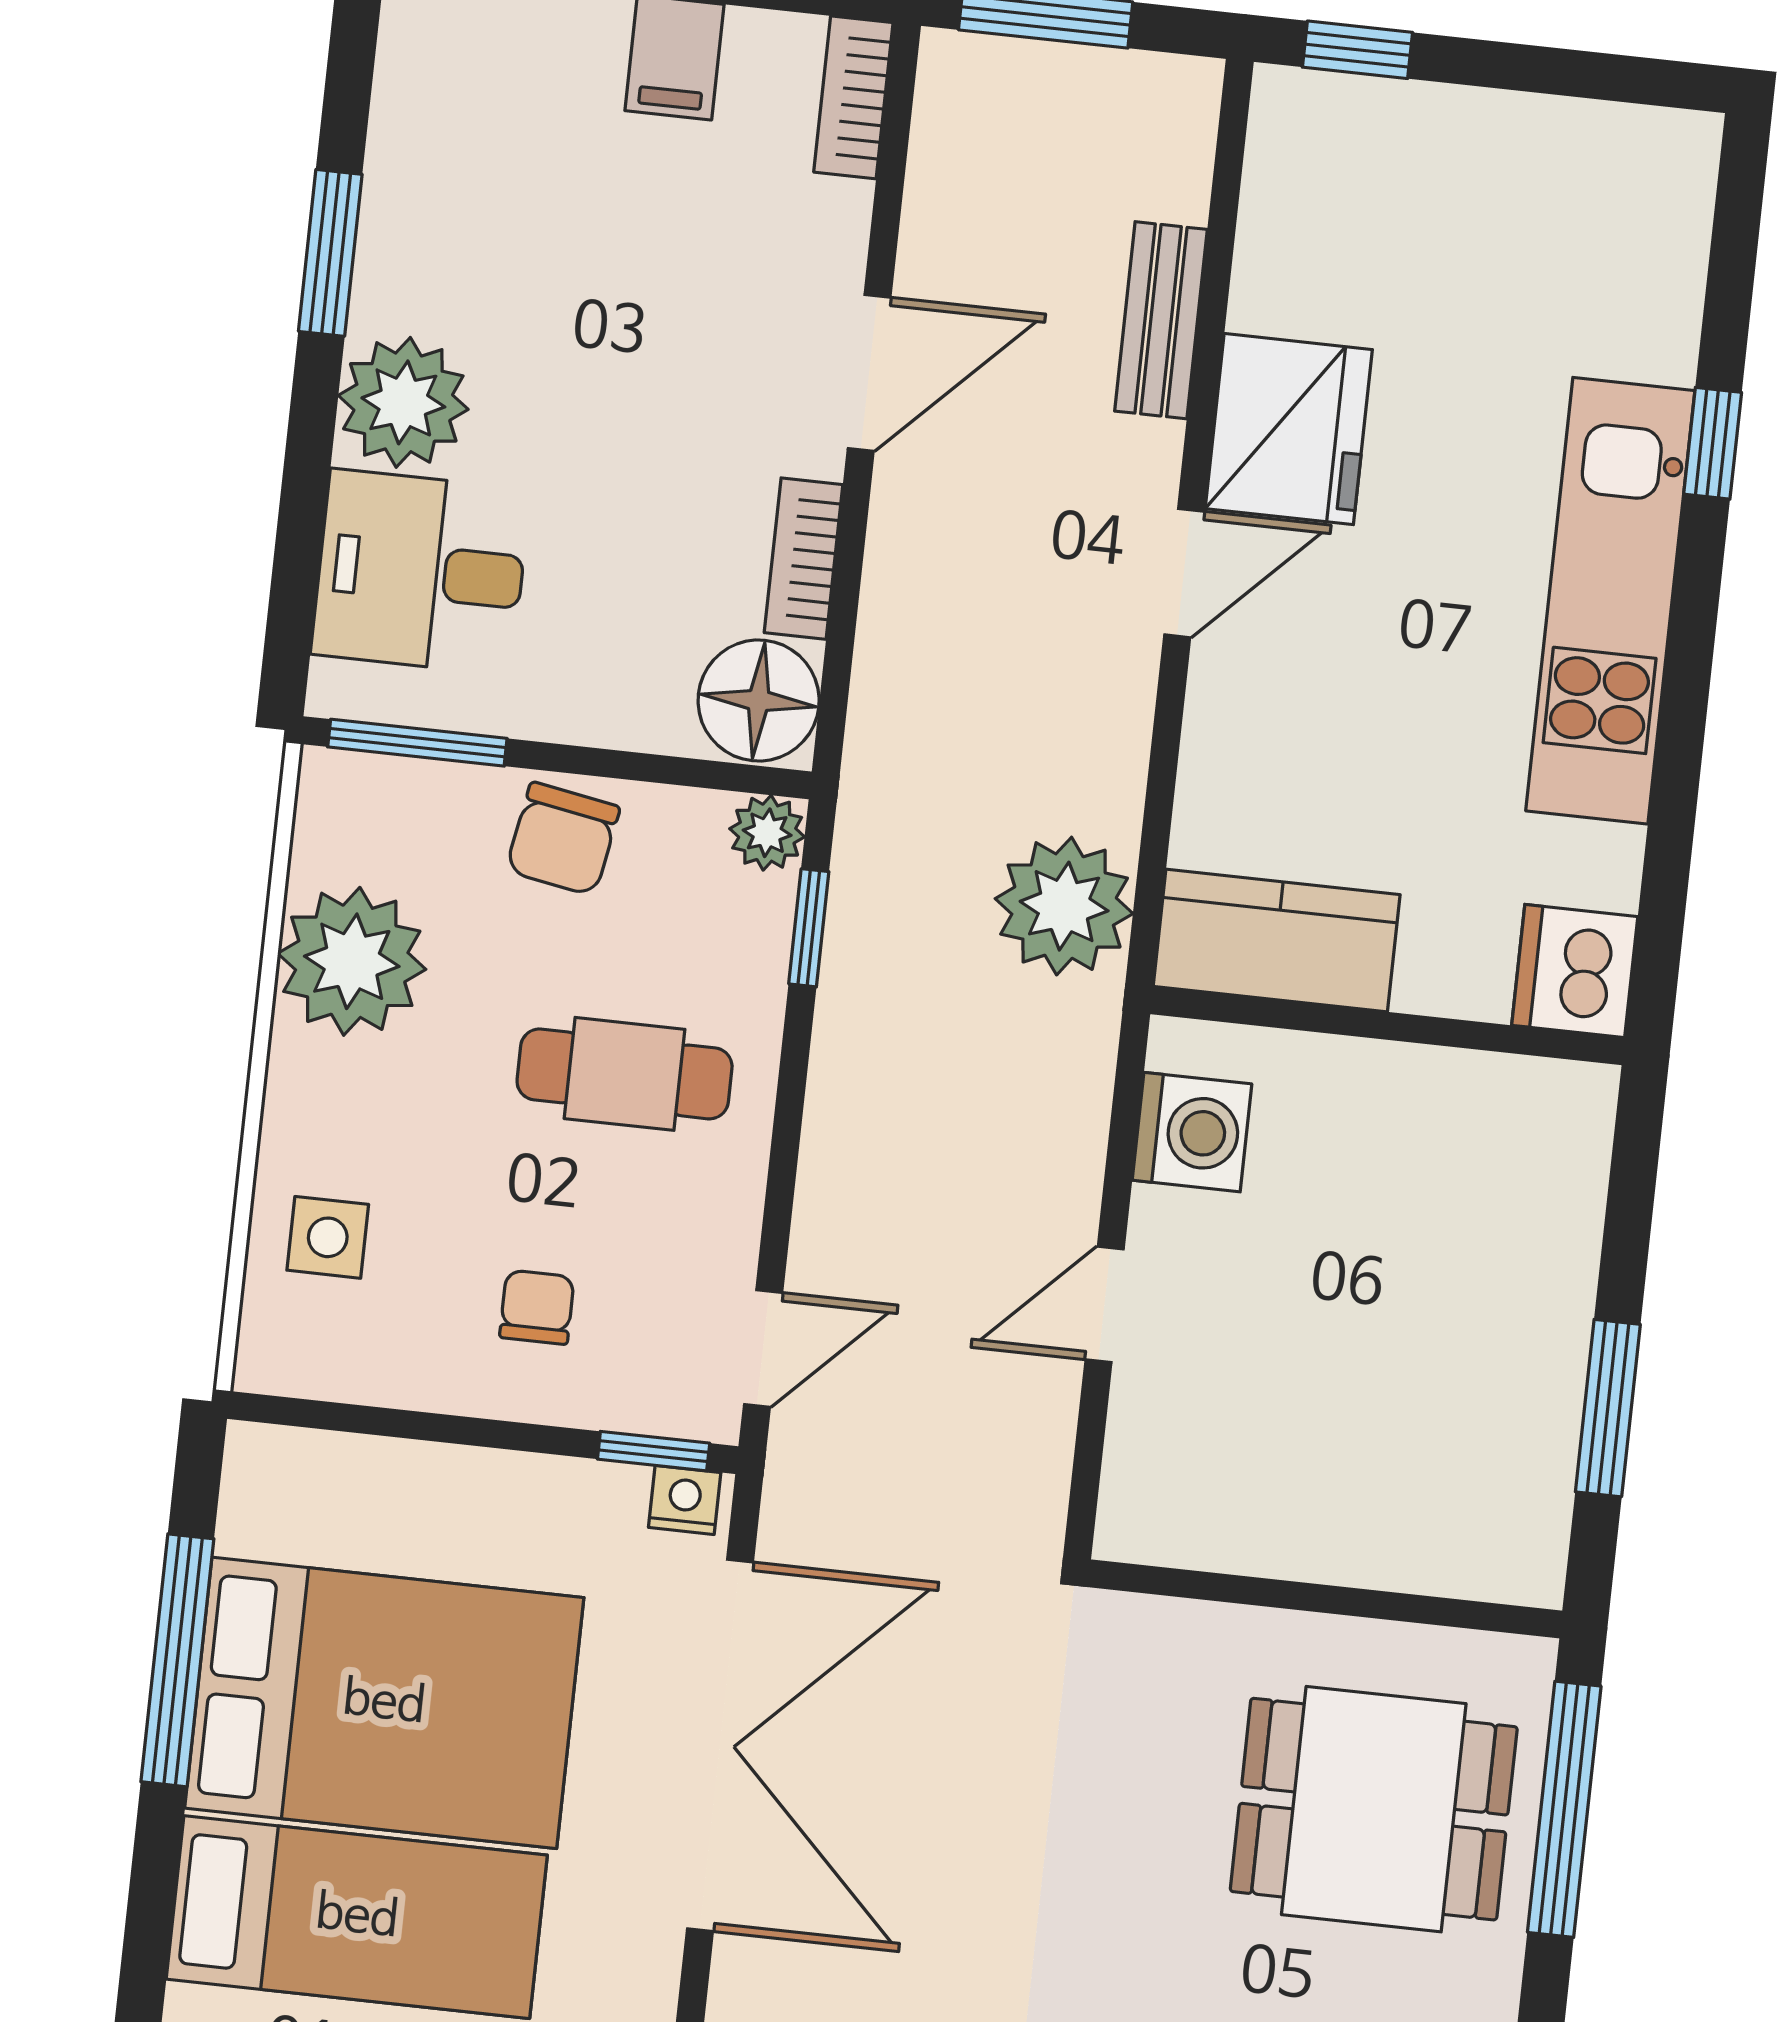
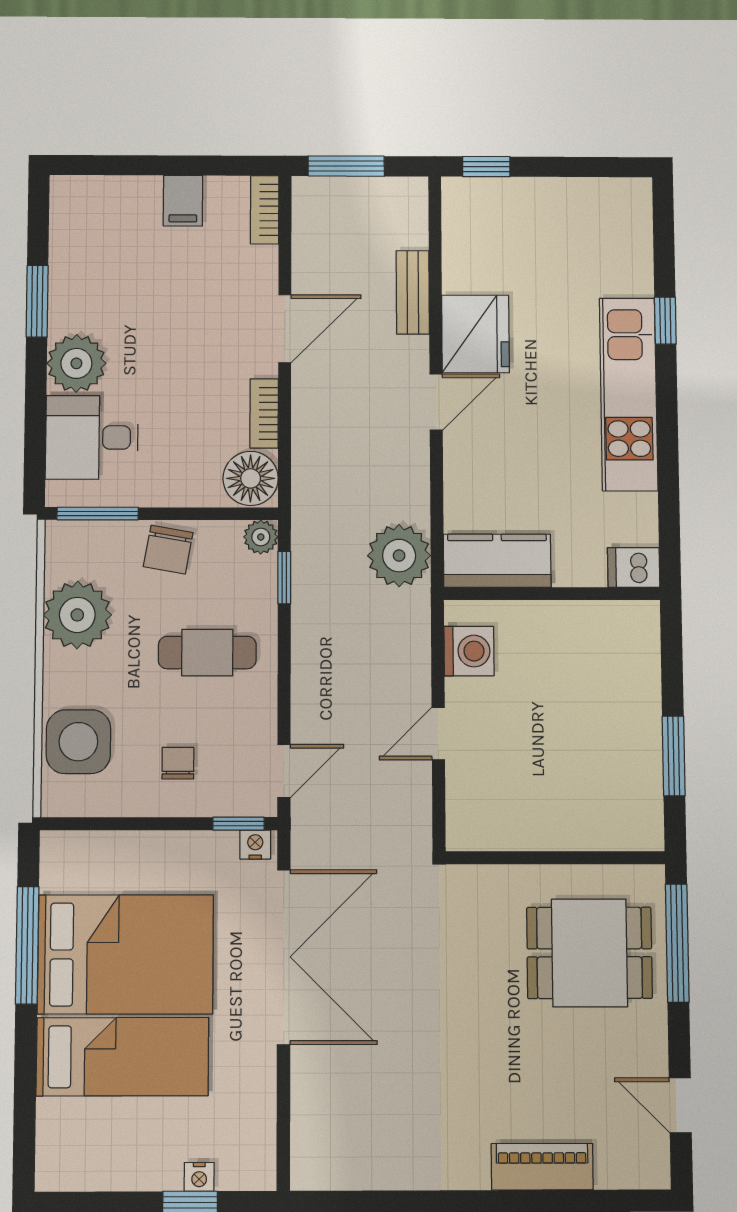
dishwasher: (1575, 971) -> (634, 567), width x0.73
side table: (328, 1237) -> (78, 742), width x1.87, depth x1.87

